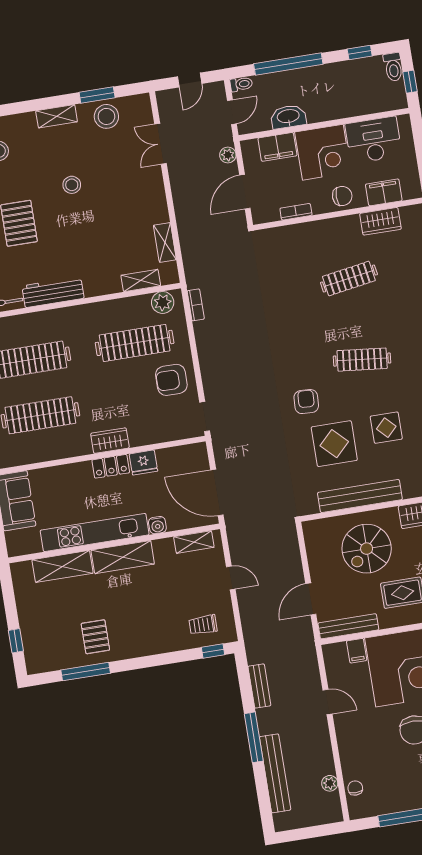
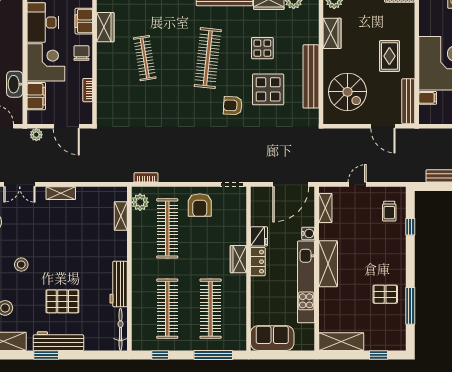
stool: (72, 185) -> (21, 265), moved
shelving: (165, 242) -> (61, 193), moved
clothes rail: (362, 360) -> (208, 58), width x1.37, depth x1.31
spiral stairs: (367, 549) -> (347, 92), moved
shelving: (63, 566) -> (341, 342), moved, turned 90
window: (213, 651) -> (410, 227), moved

